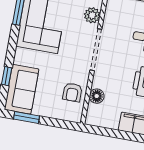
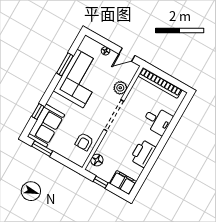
floor lamp: (97, 96) -> (97, 160), moved
window: (108, 132) -> (101, 182), added

